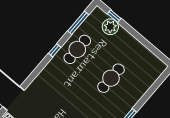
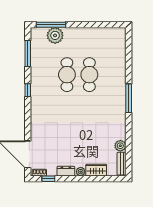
window: (114, 16) -> (51, 25), width x2.17
cafe table: (77, 49) -> (67, 75), moved

